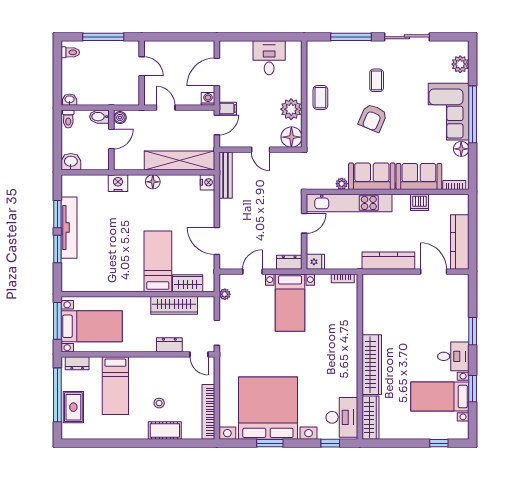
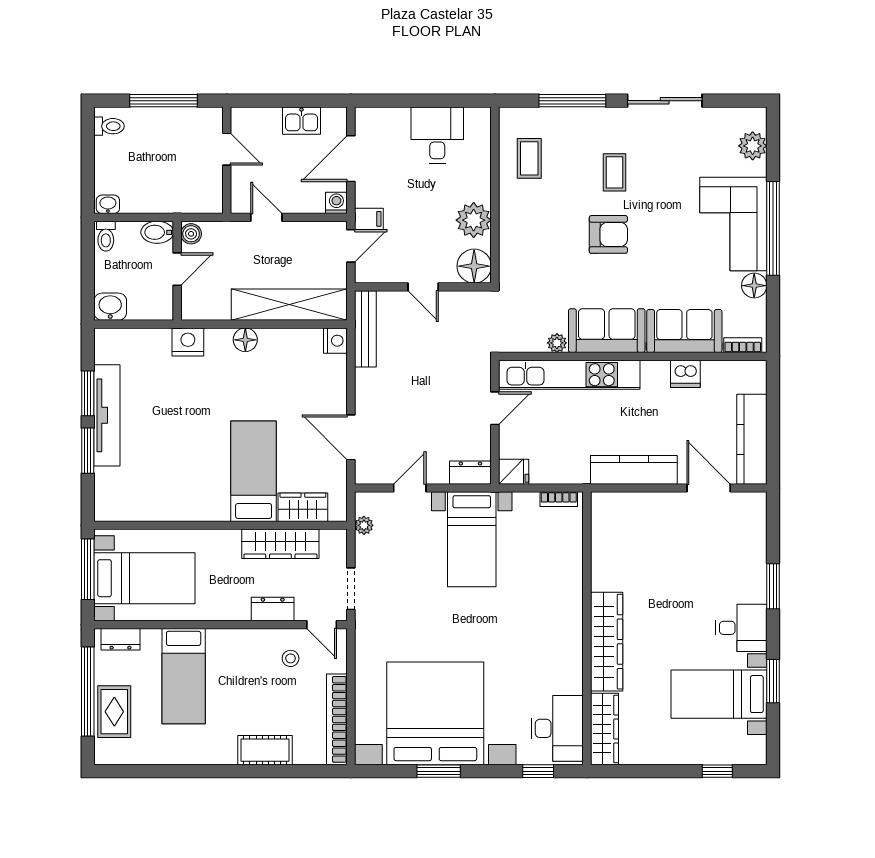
kitchen sink: (187, 49) -> (301, 121), added
coffee table: (320, 98) -> (529, 158), moved
armchair: (373, 118) -> (608, 234), turned -113
stool: (159, 403) -> (291, 658), moved

